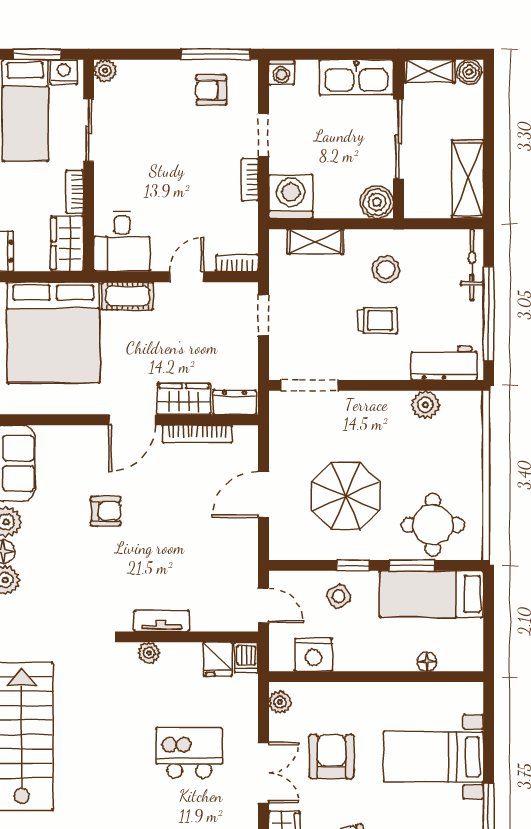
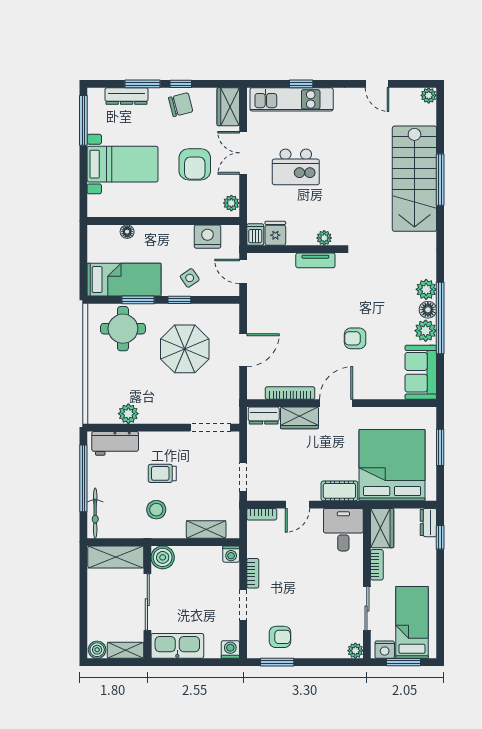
window: (215, 54) -> (277, 662), width x0.69
shelving: (468, 179) -> (116, 557), moved, turned 90
washing machine: (291, 197) -> (231, 554), width x0.53, depth x0.53

